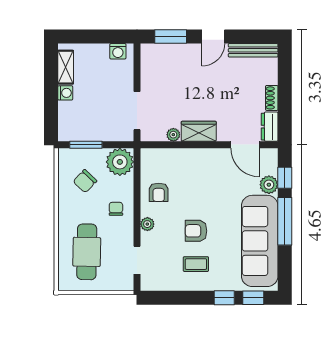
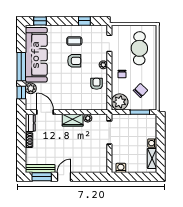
window: (171, 36) -> (42, 177), moved
window: (224, 298) -> (84, 21), moved

